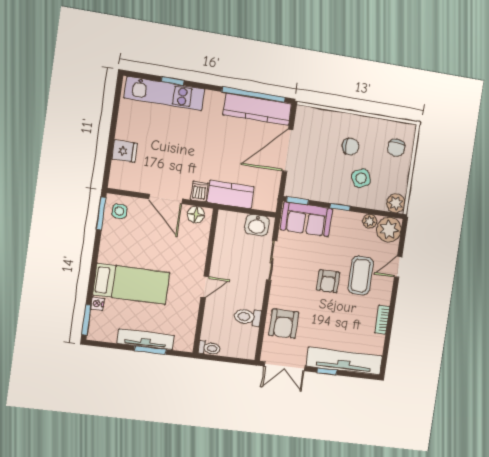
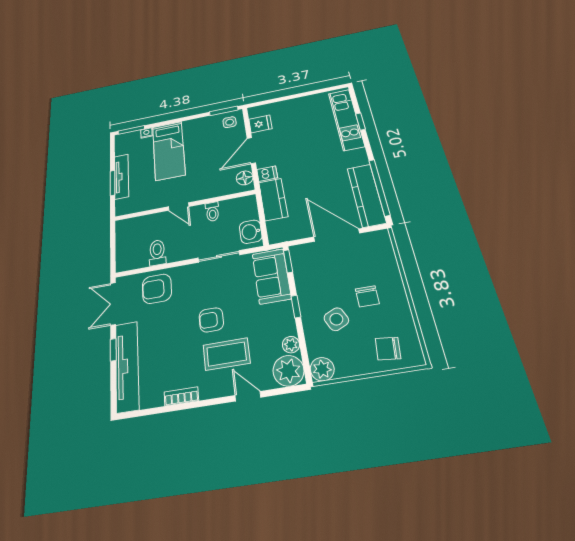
fridge: (125, 151) -> (260, 124), moved, turned -90
toilet: (209, 348) -> (212, 212), moved

